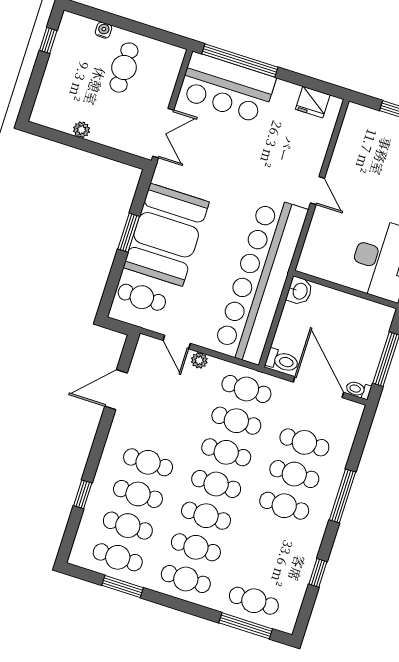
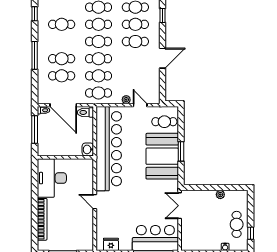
cafe table: (124, 68) -> (237, 224), moved
door: (116, 390) -> (162, 58), moved
cafe table: (284, 506) -> (62, 24), moved

